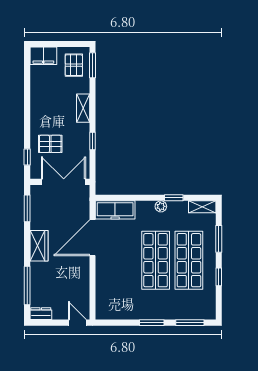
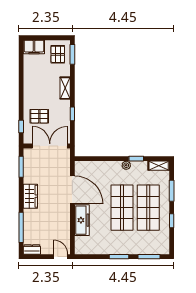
freezer: (115, 210) -> (82, 220), moved, turned -90
door: (92, 238) -> (72, 190), swing flipped

